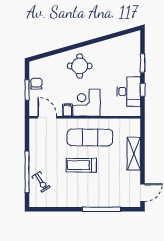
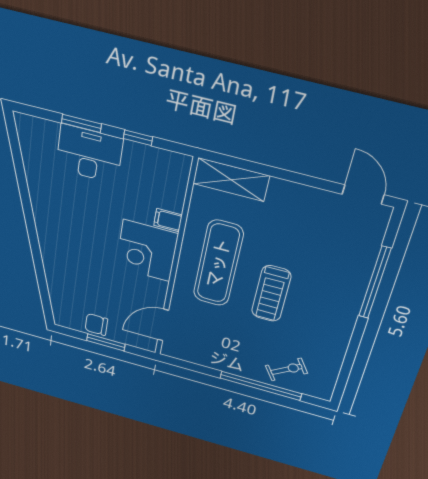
round table: (80, 66) -> (73, 243), removed
desk: (129, 92) -> (89, 154), moved
filing cabinet: (67, 110) -> (168, 220), moved
shelving: (134, 154) -> (231, 180), moved

